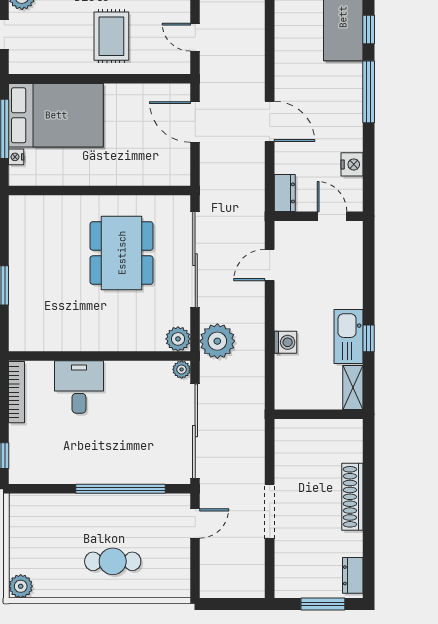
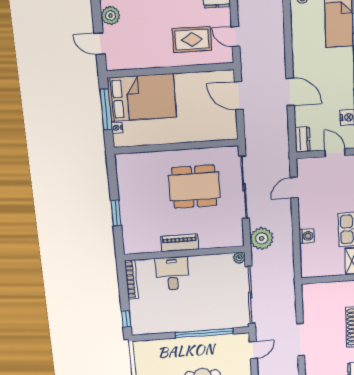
rug: (111, 36) -> (192, 39), moved, turned 90
dining table: (122, 253) -> (194, 187), turned 90
piano: (94, 339) -> (180, 243), added
plant: (178, 339) -> (236, 239), removed

